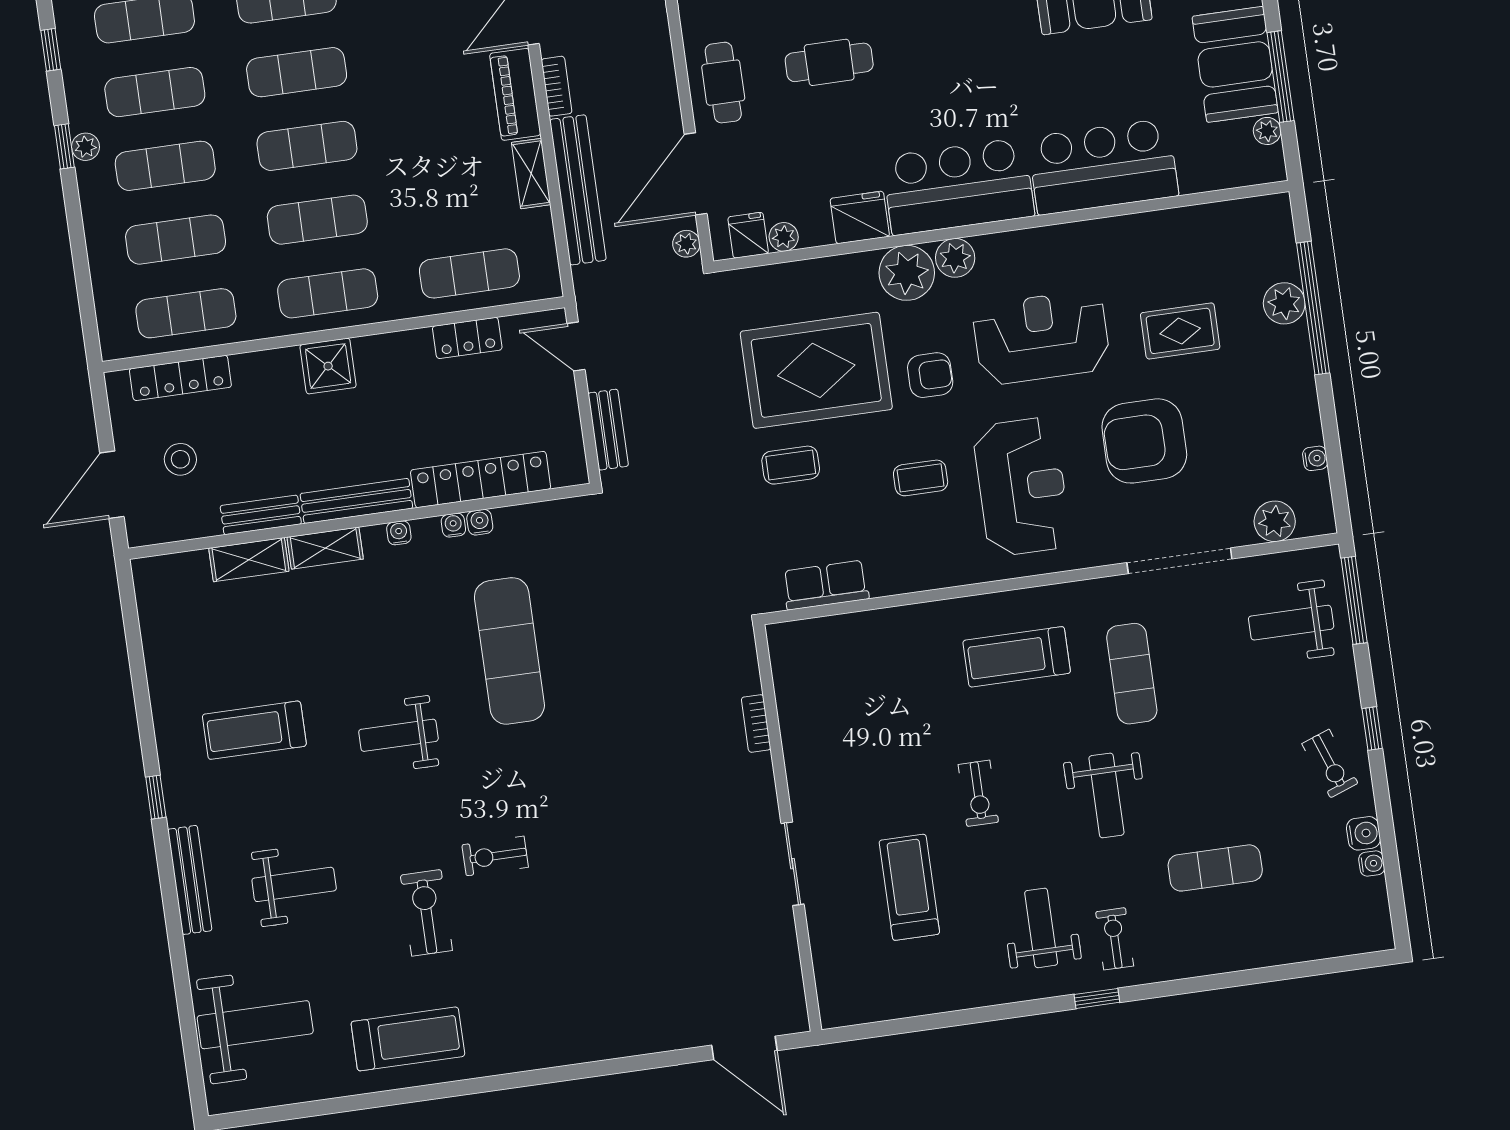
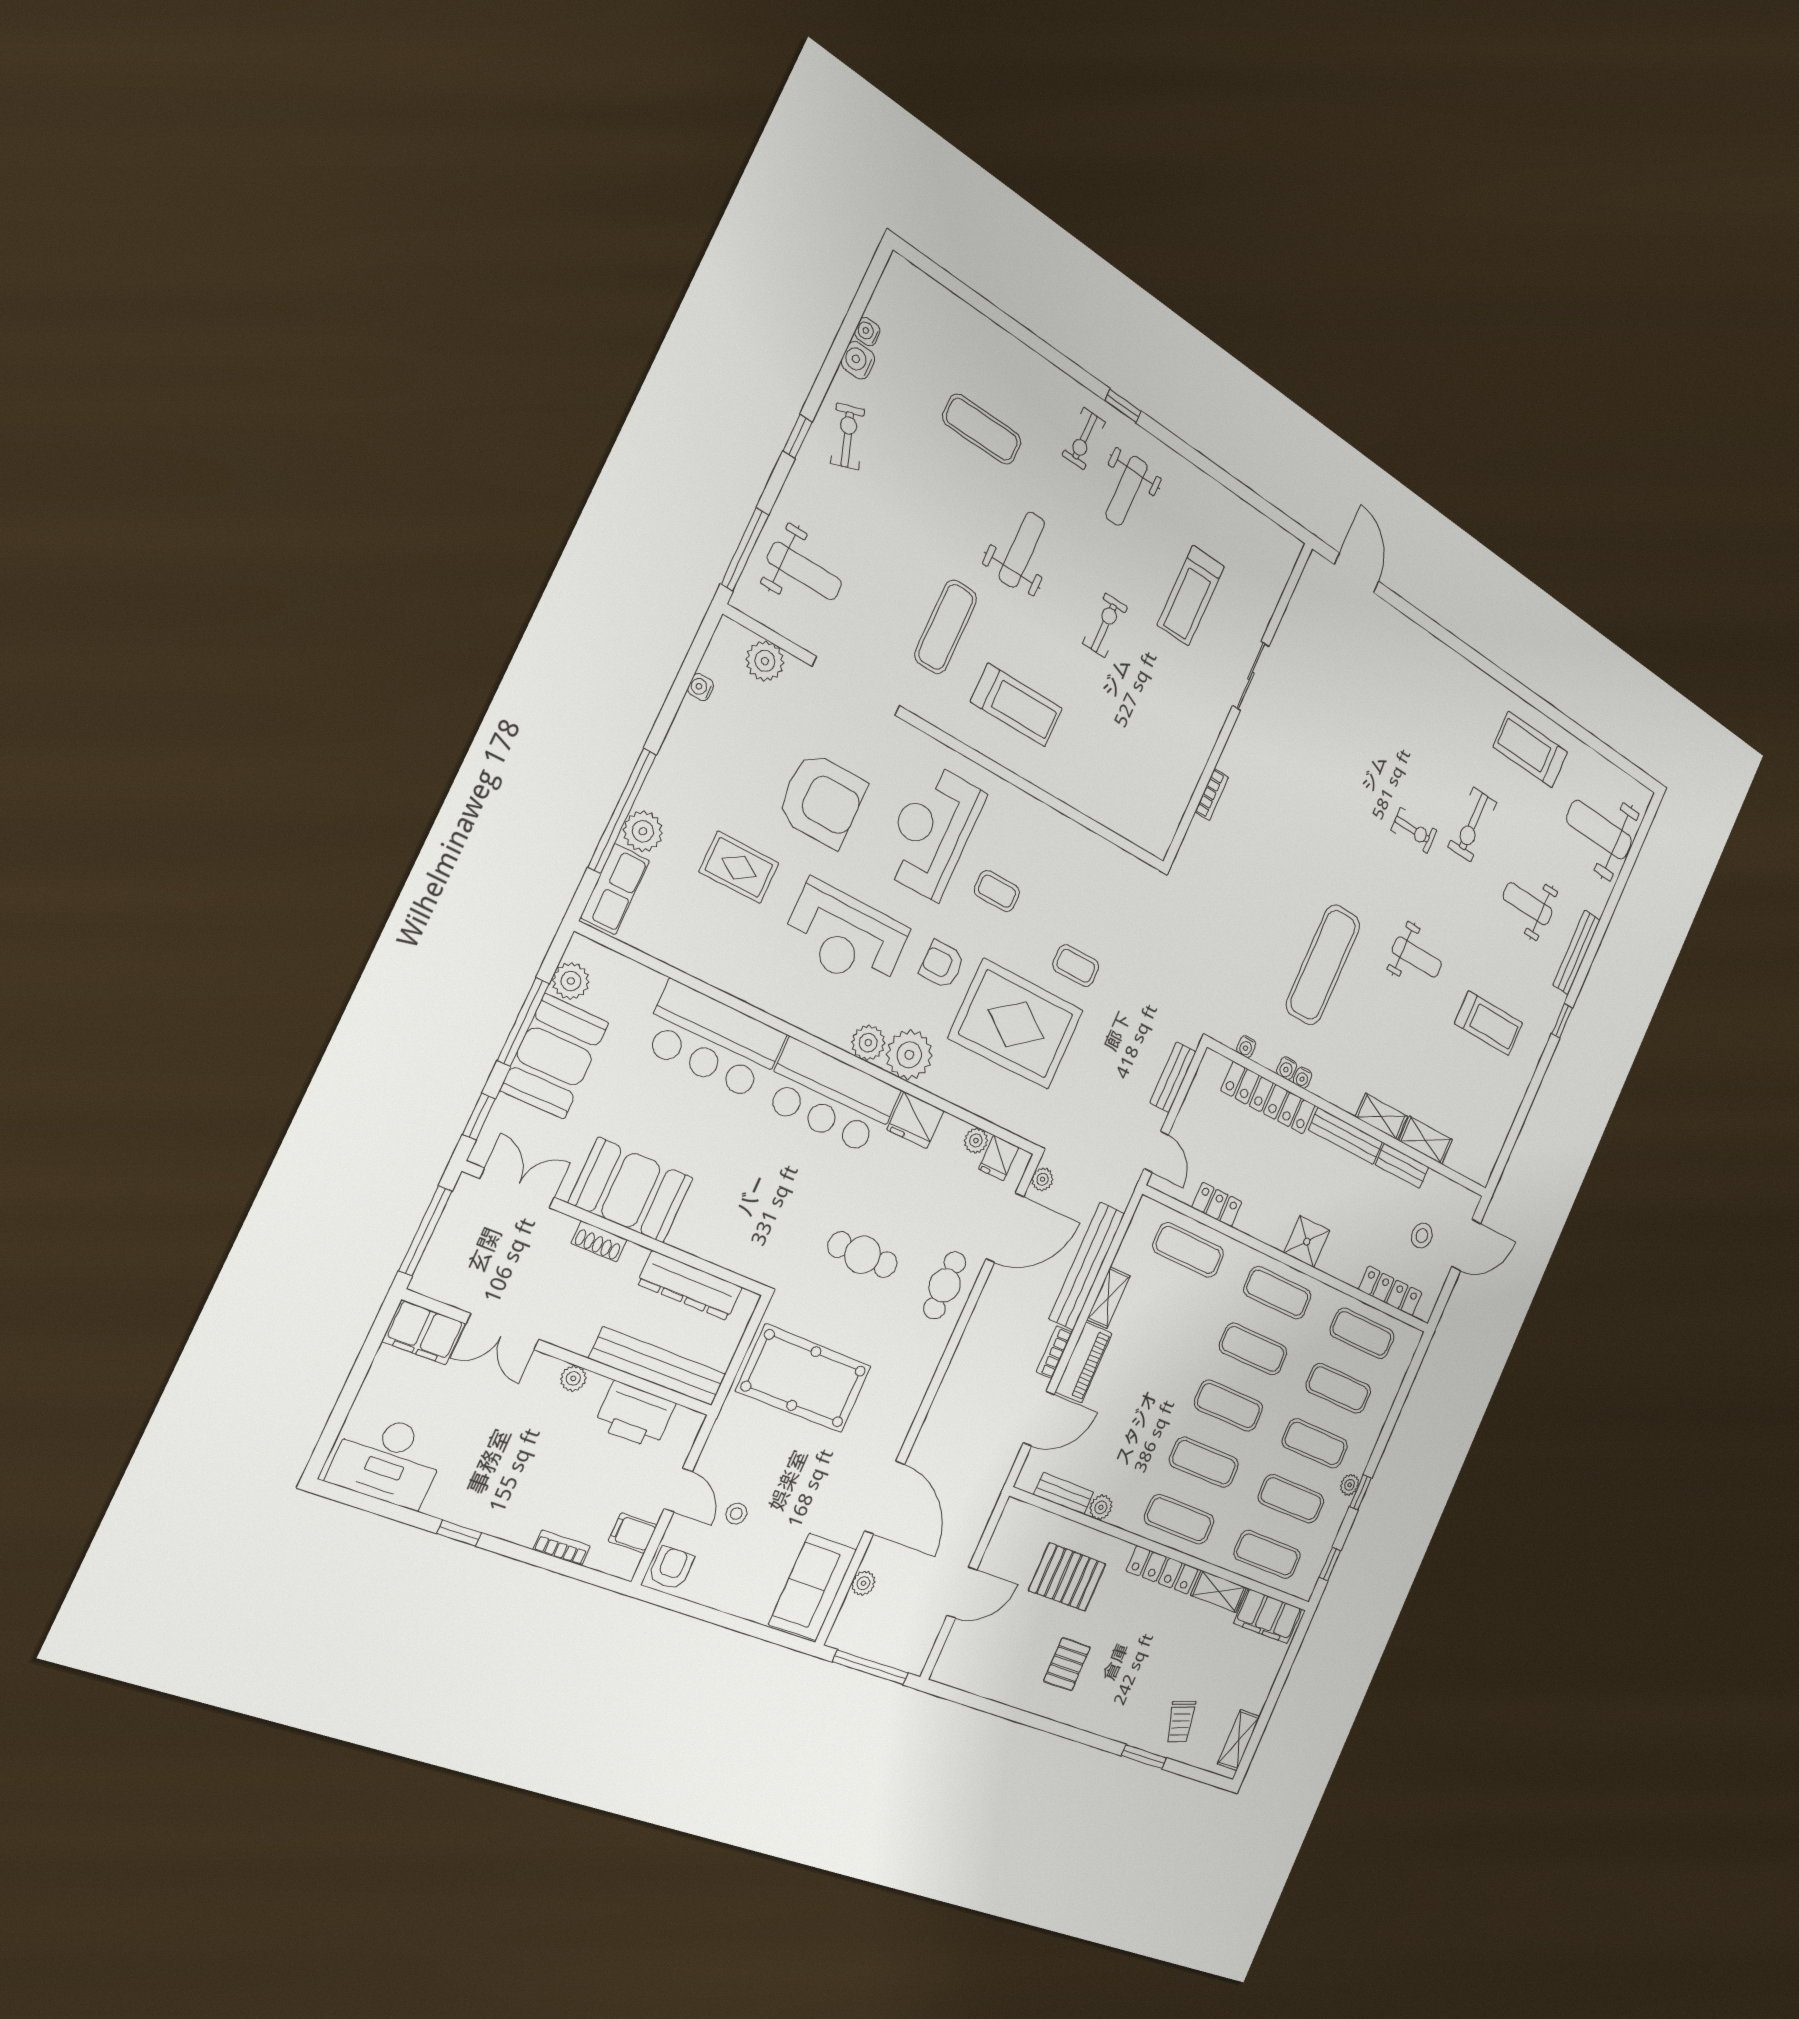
plant: (1267, 131) -> (571, 981), width x1.38, depth x1.38
water cooler: (399, 533) -> (1246, 1047), moved
row of seats: (826, 585) -> (615, 889), moved, turned -90

